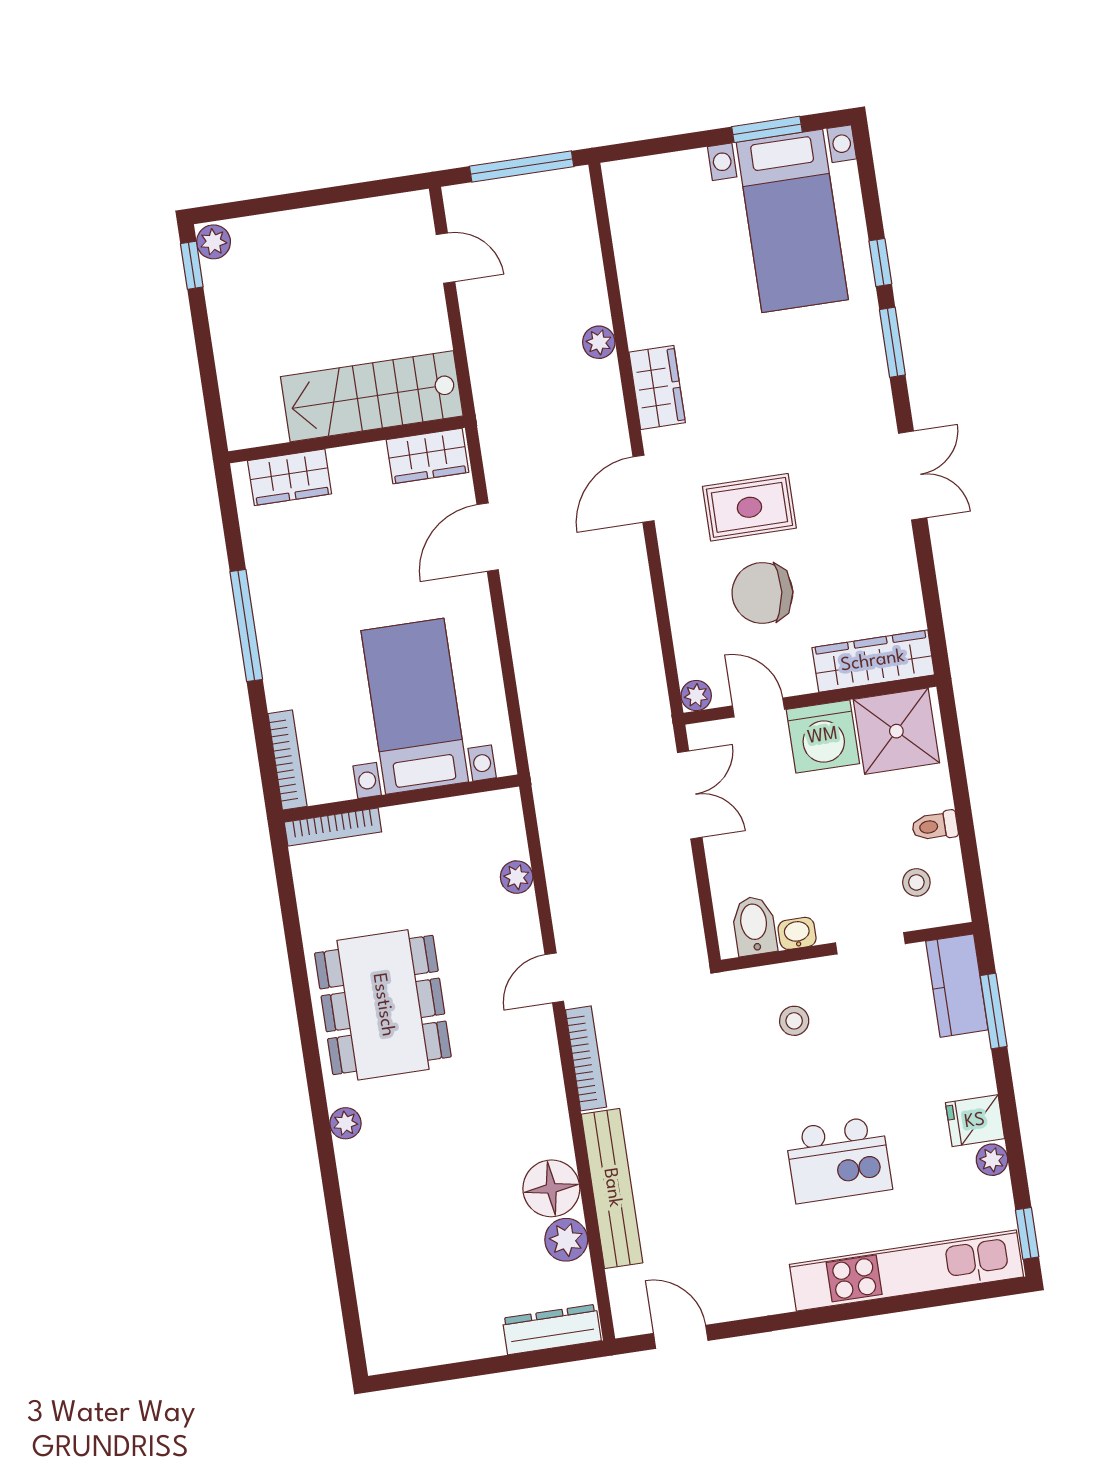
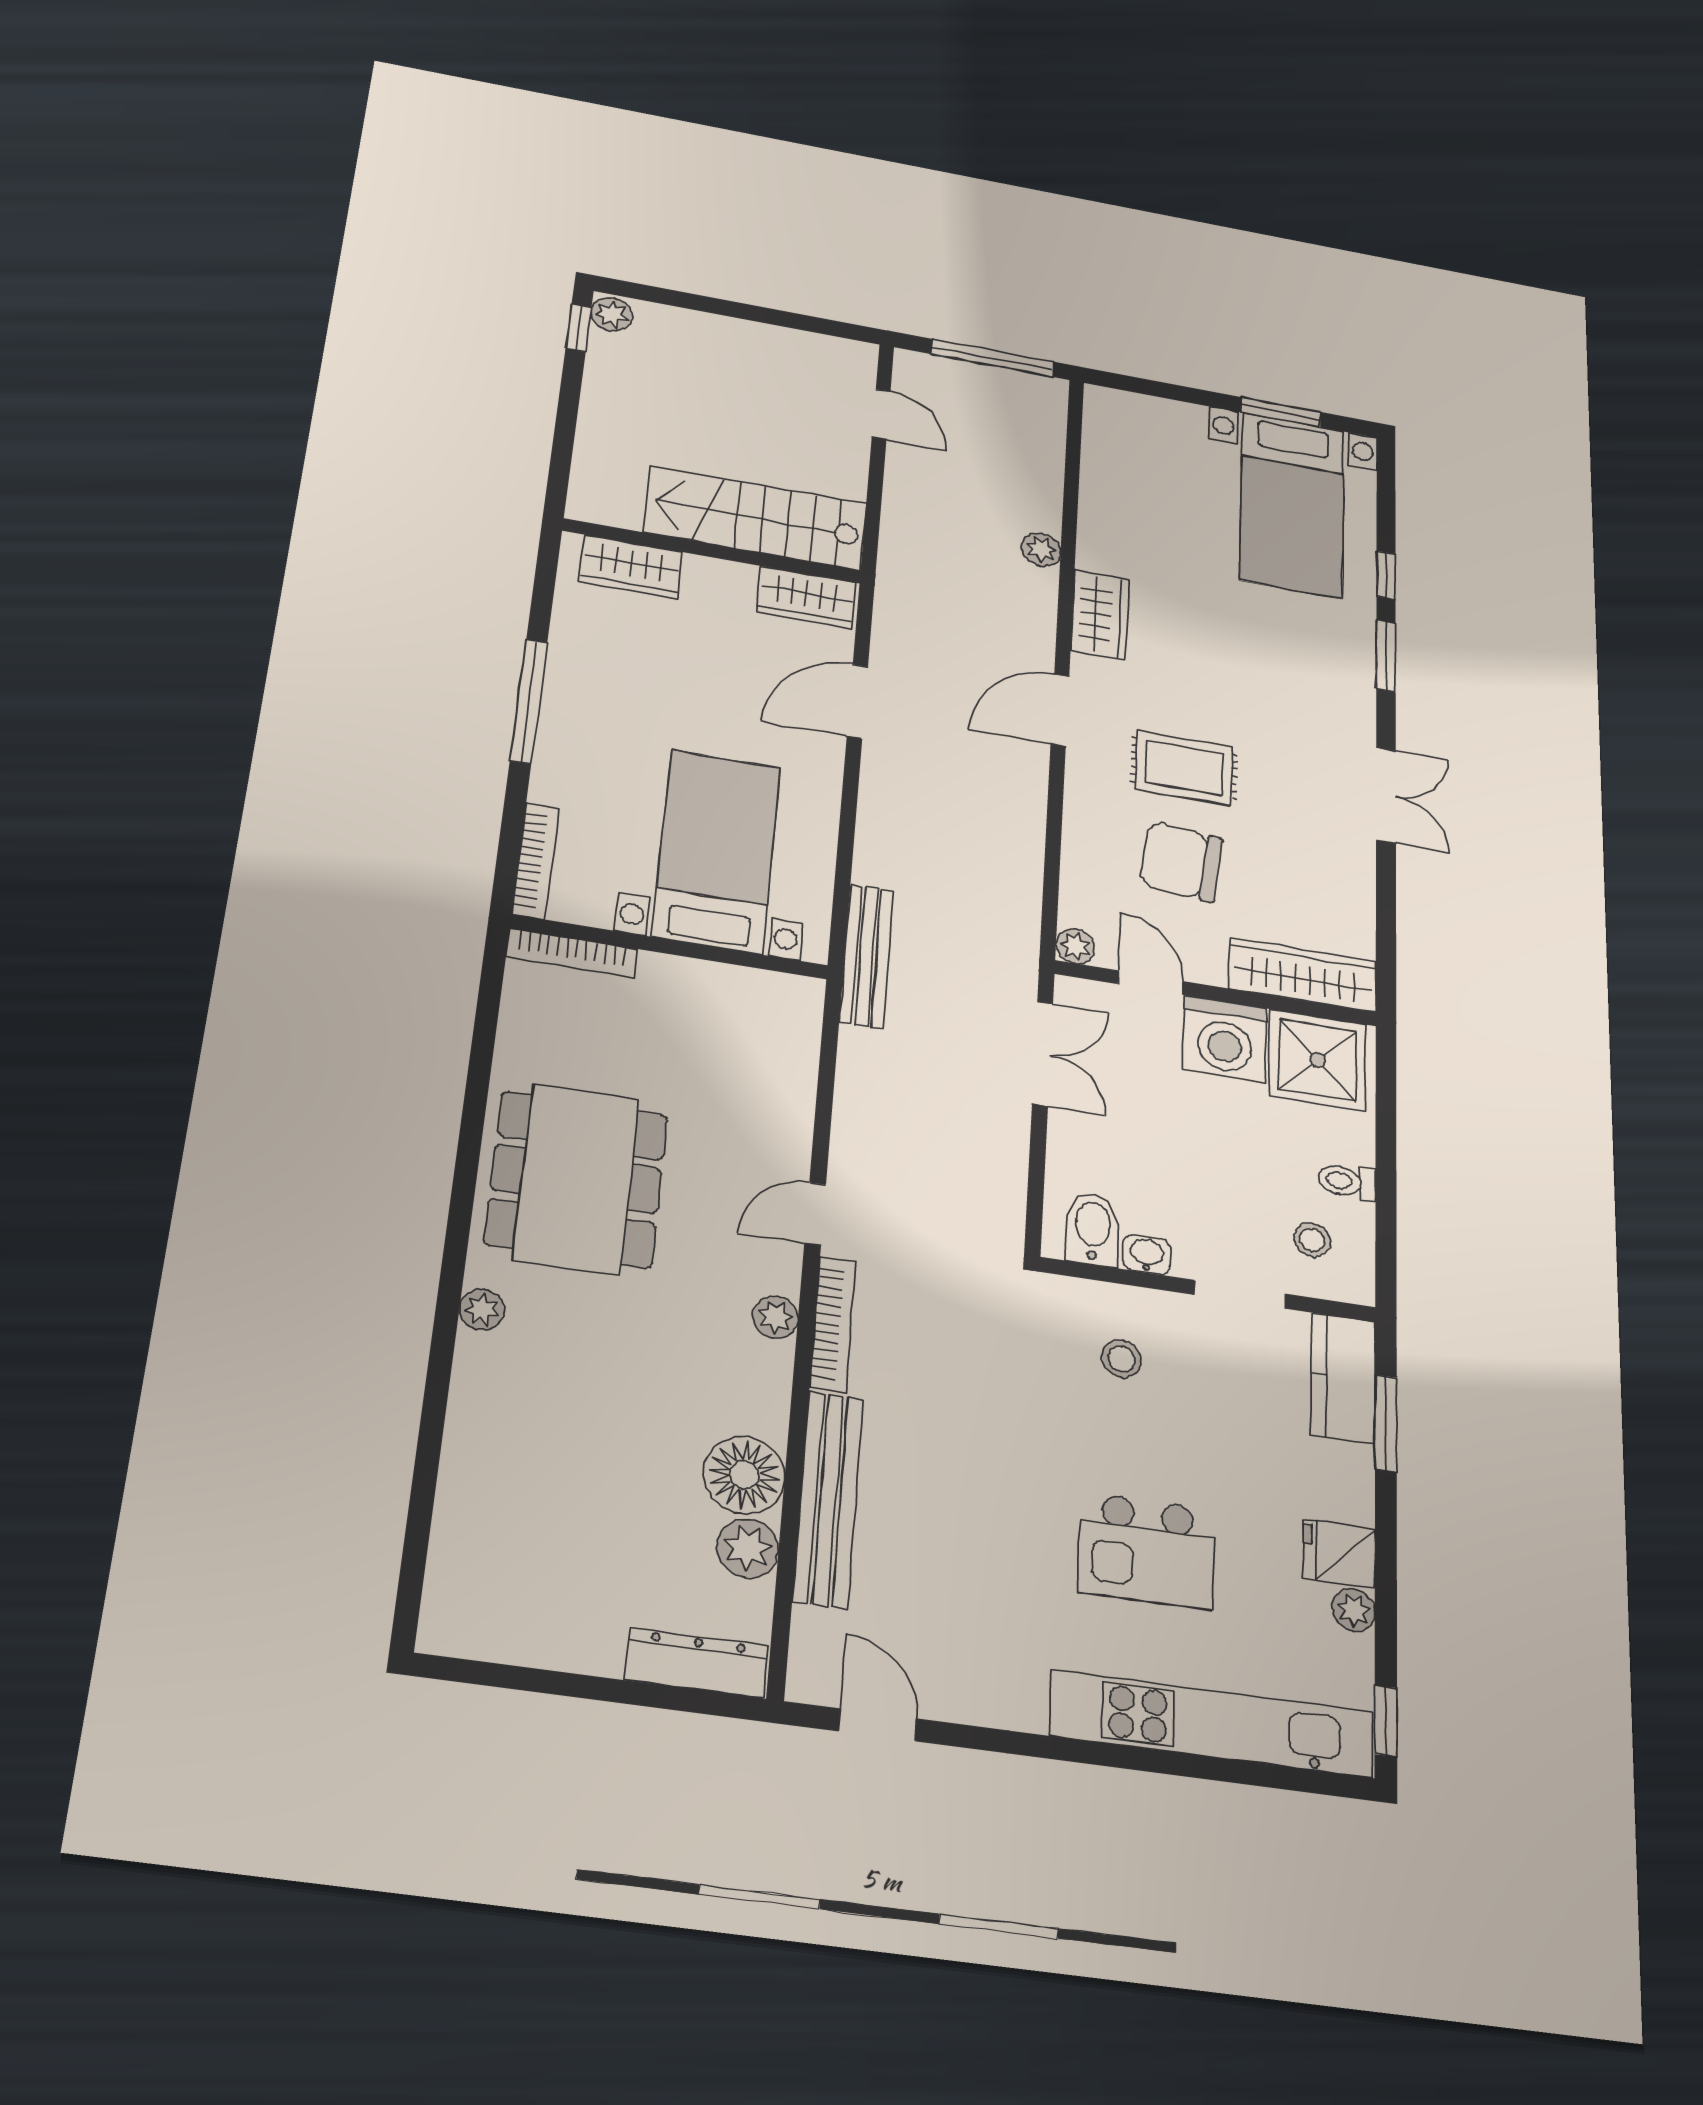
bench: (544, 757) -> (867, 956), added
plant: (517, 877) -> (775, 1317), moved

